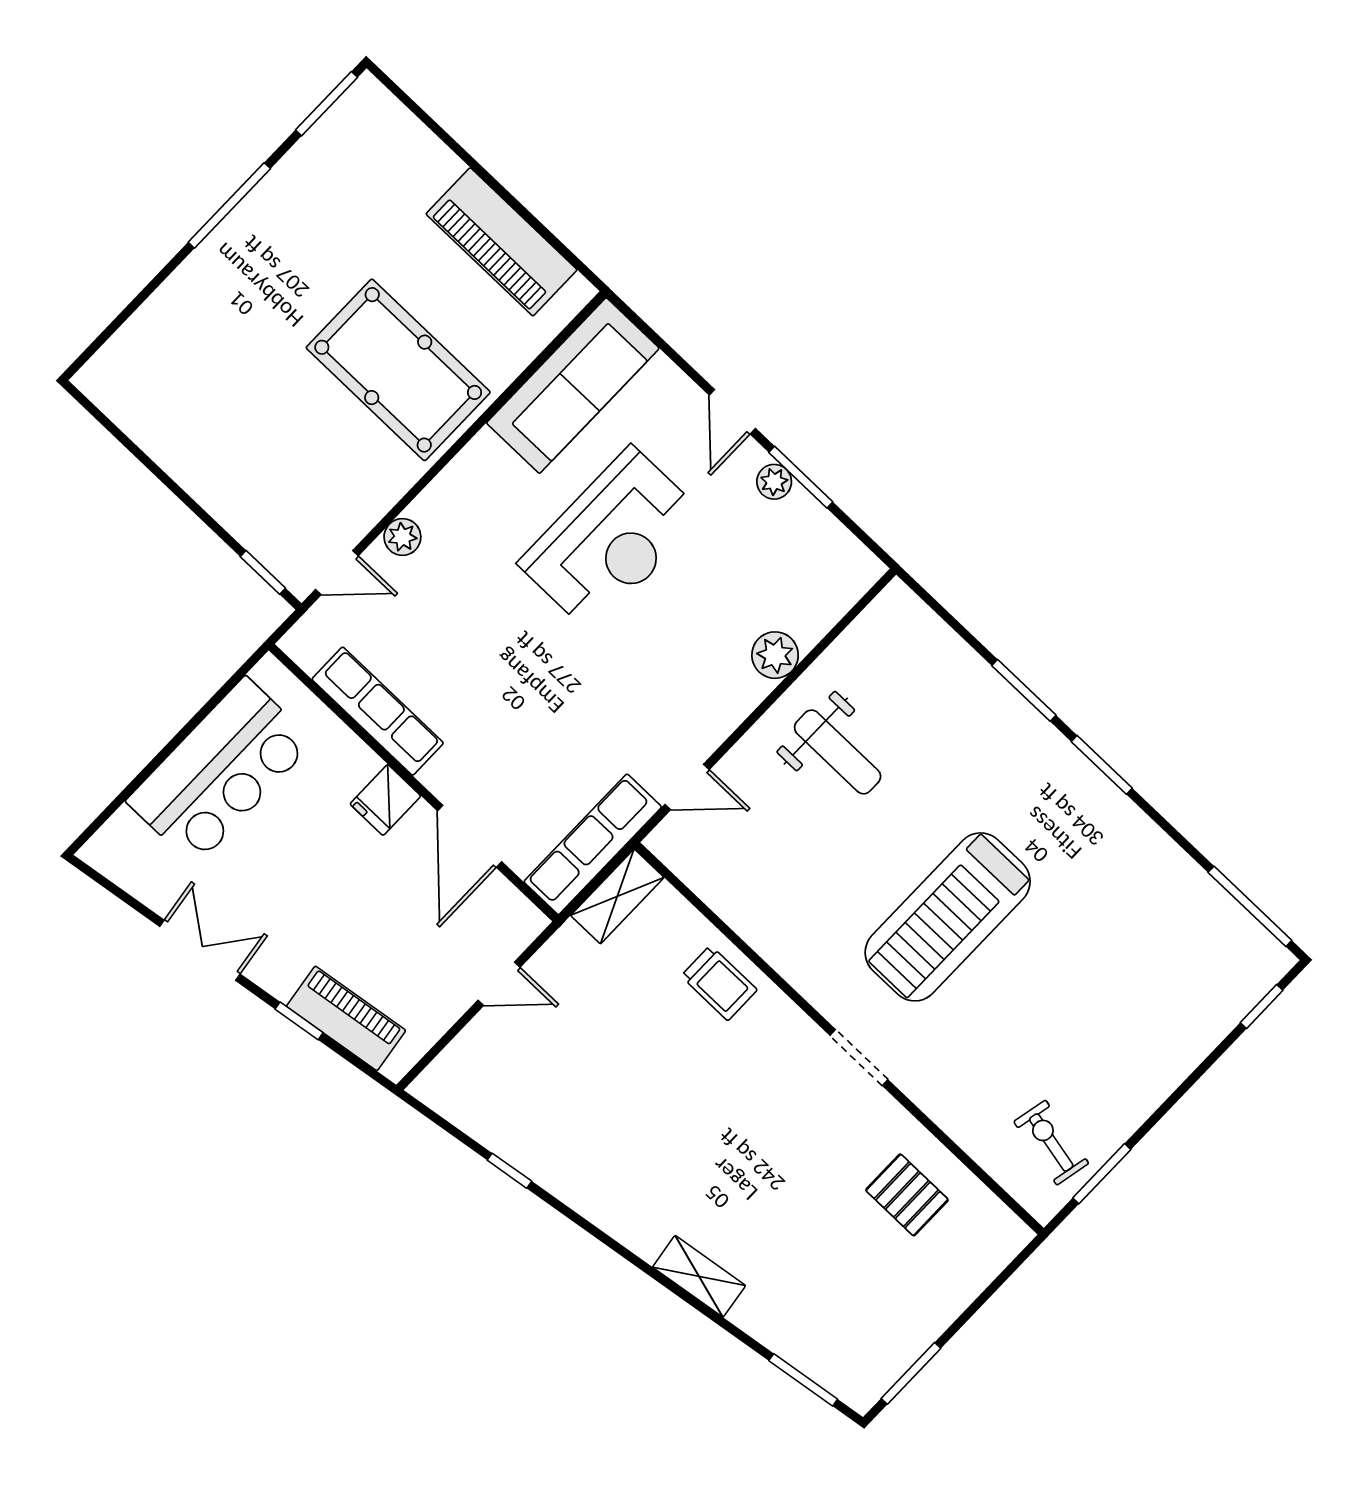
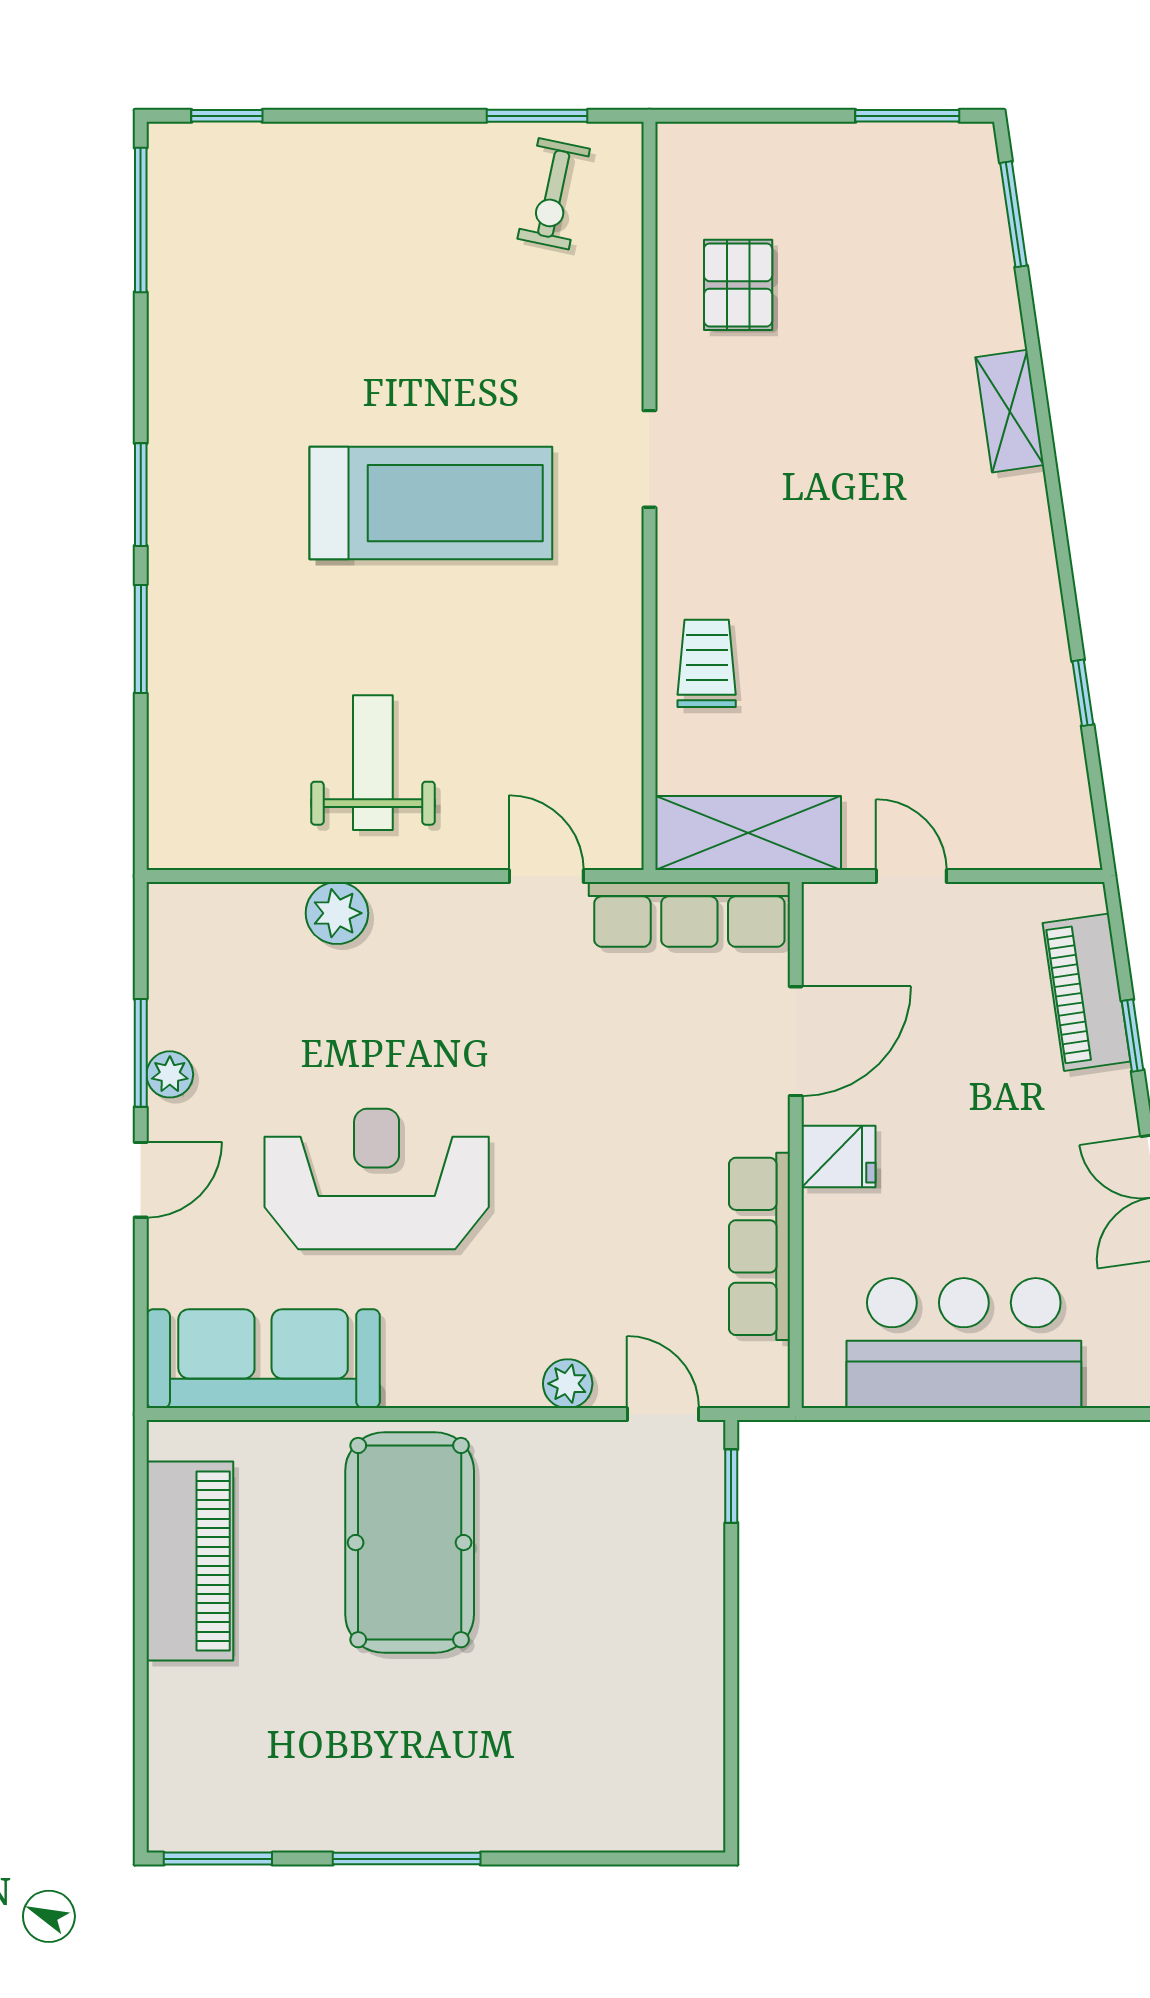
shelving: (617, 896) -> (748, 833), width x1.50, depth x1.33

